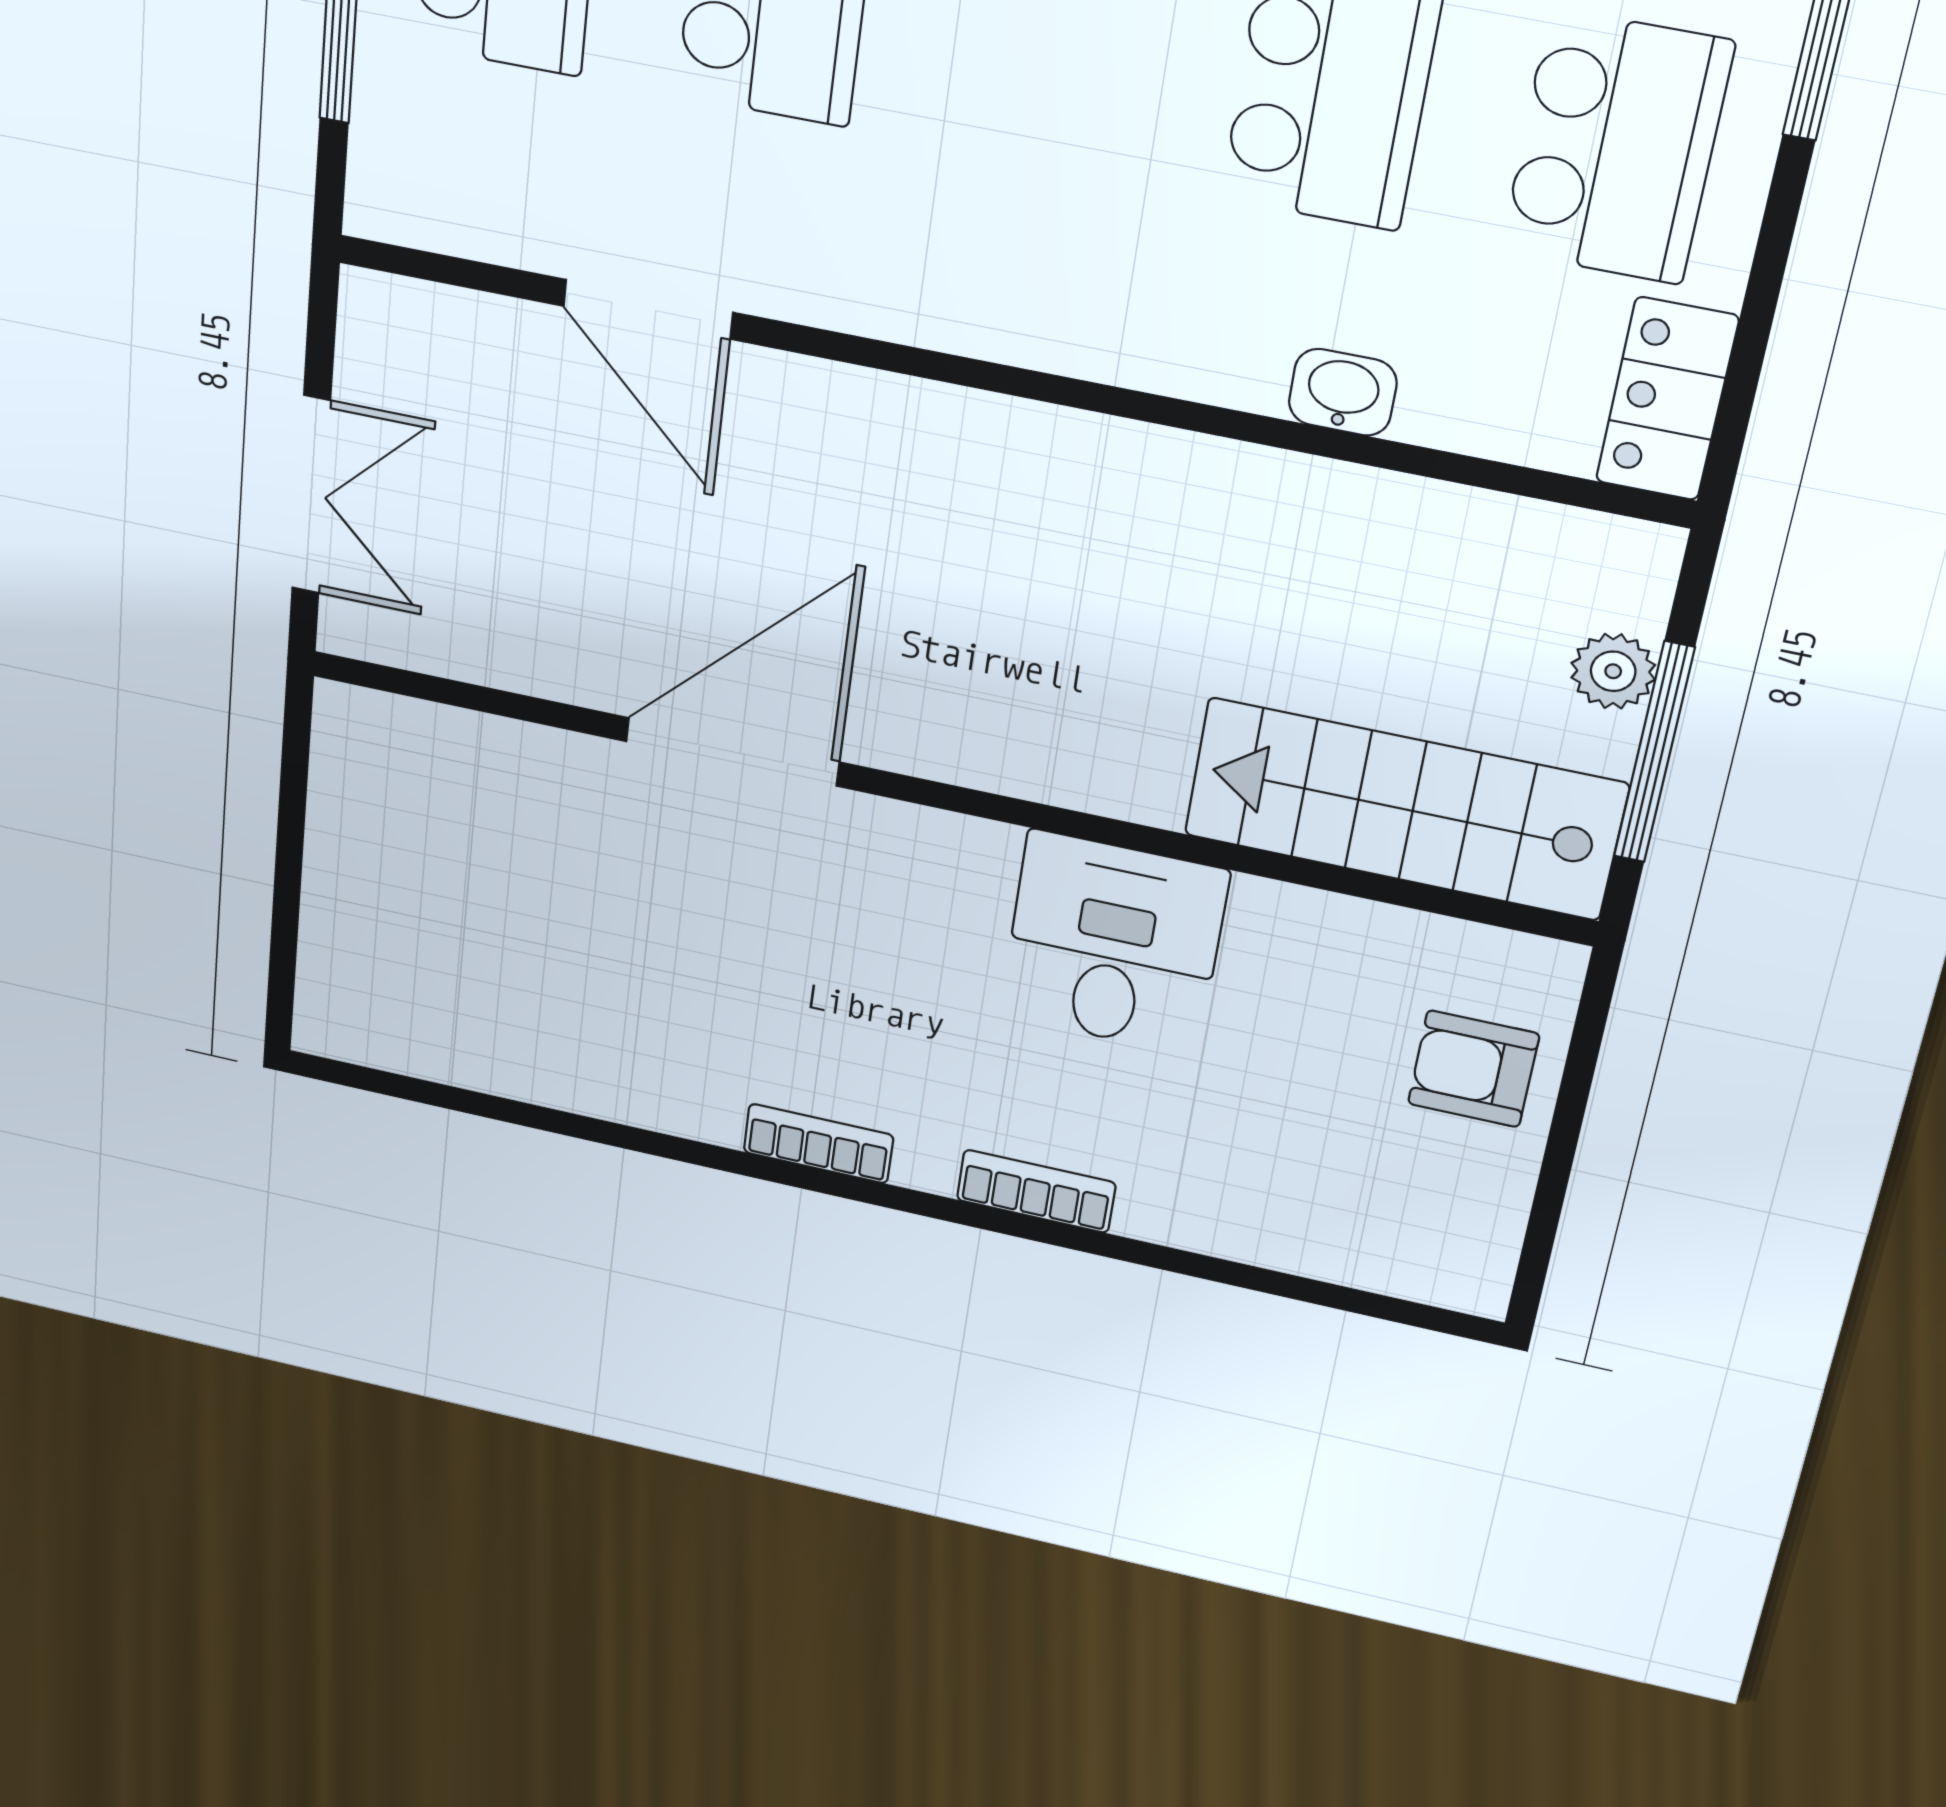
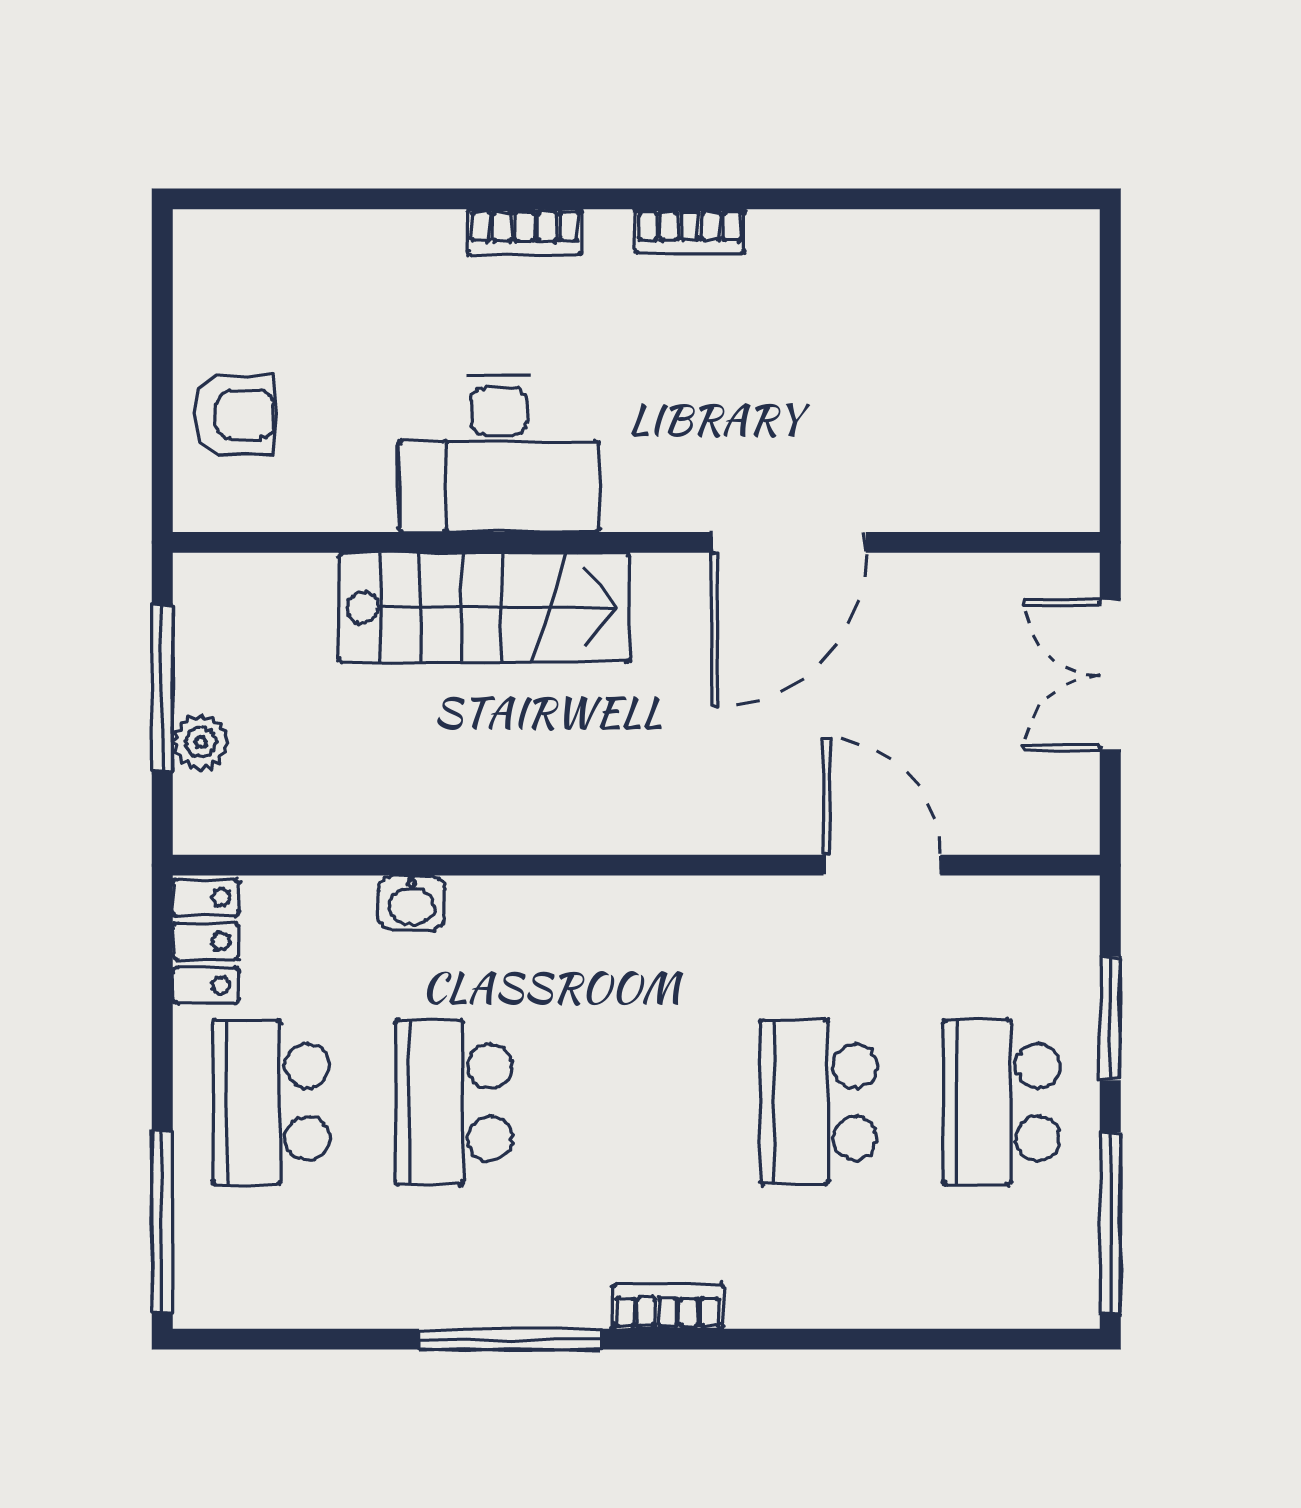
stairs: (1404, 809) -> (484, 607), moved
desk: (1114, 944) -> (499, 453), width x1.37

